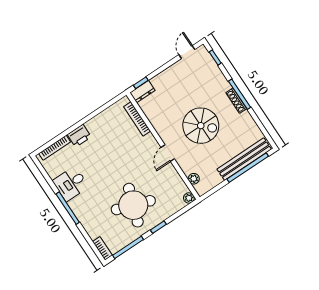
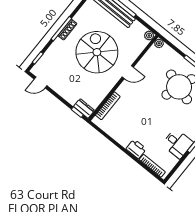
spiral stairs: (201, 126) -> (97, 52), width x1.37, depth x1.37
plant: (194, 179) -> (149, 36), moved

